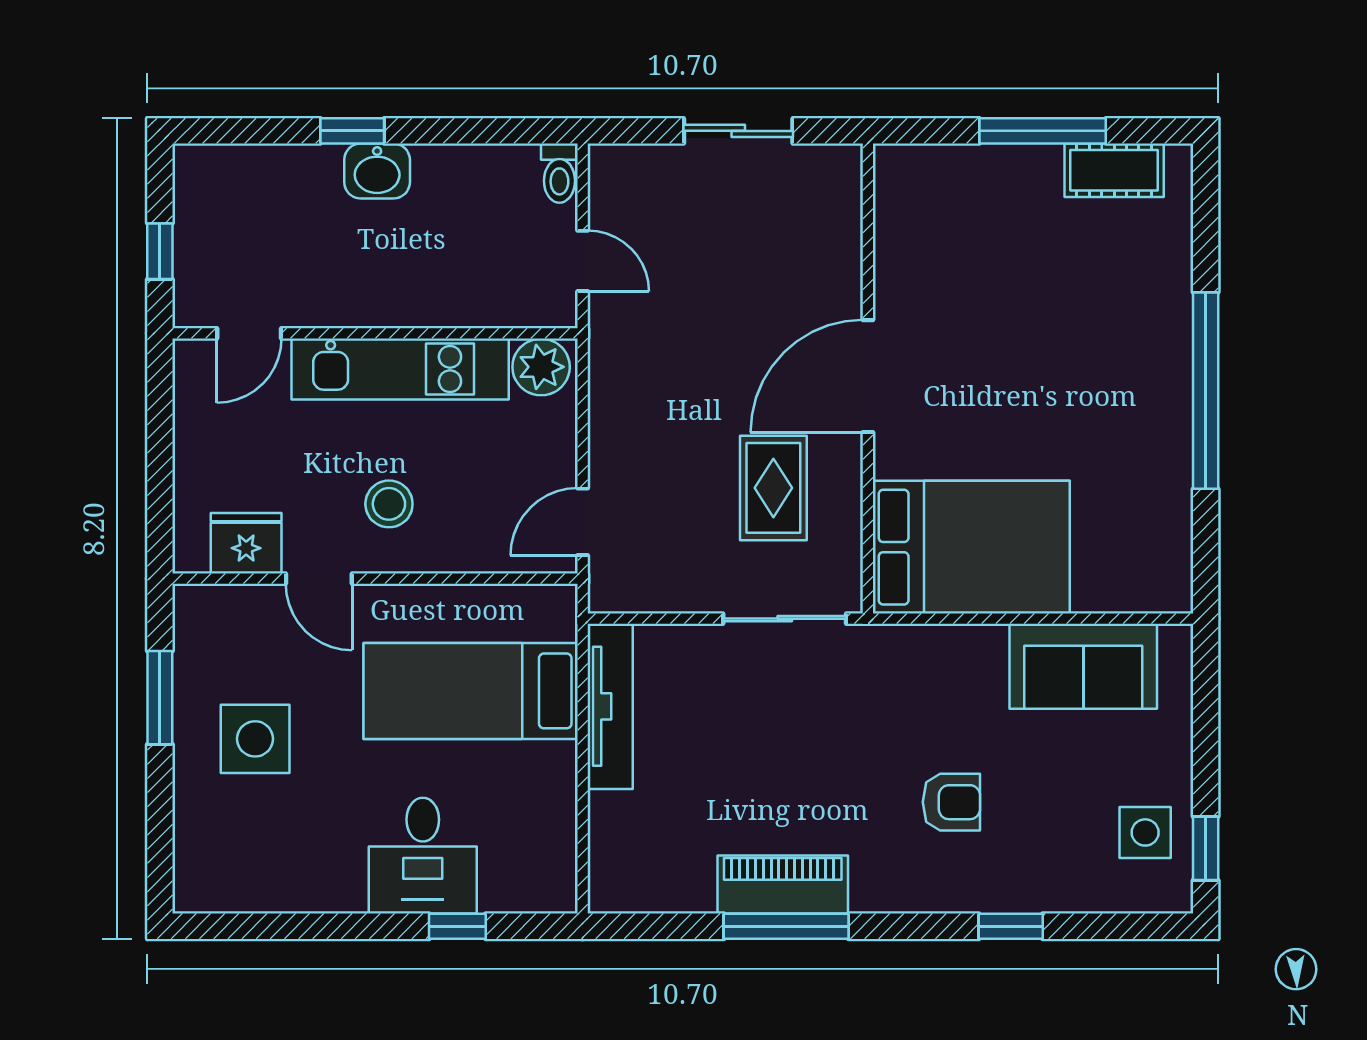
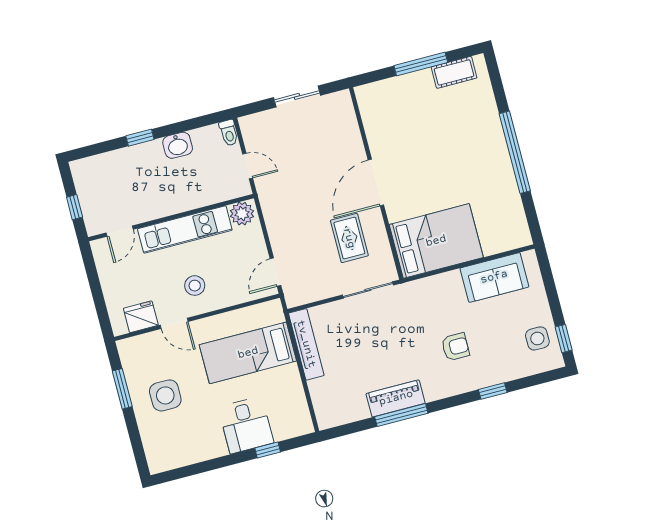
washbasin: (377, 171) -> (178, 145), moved

